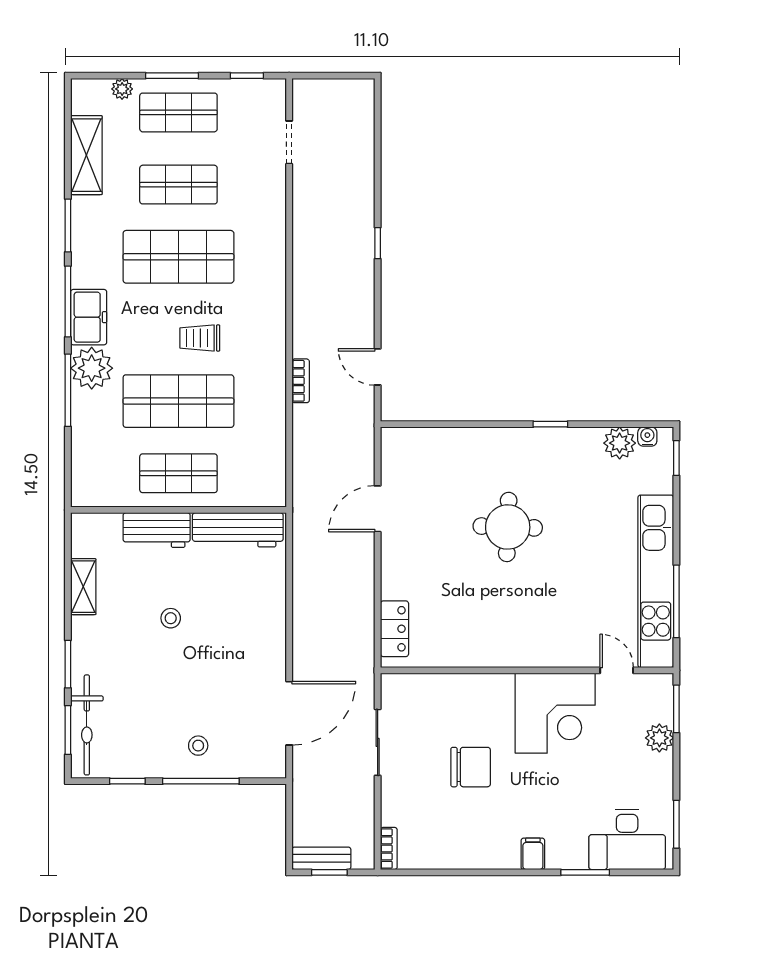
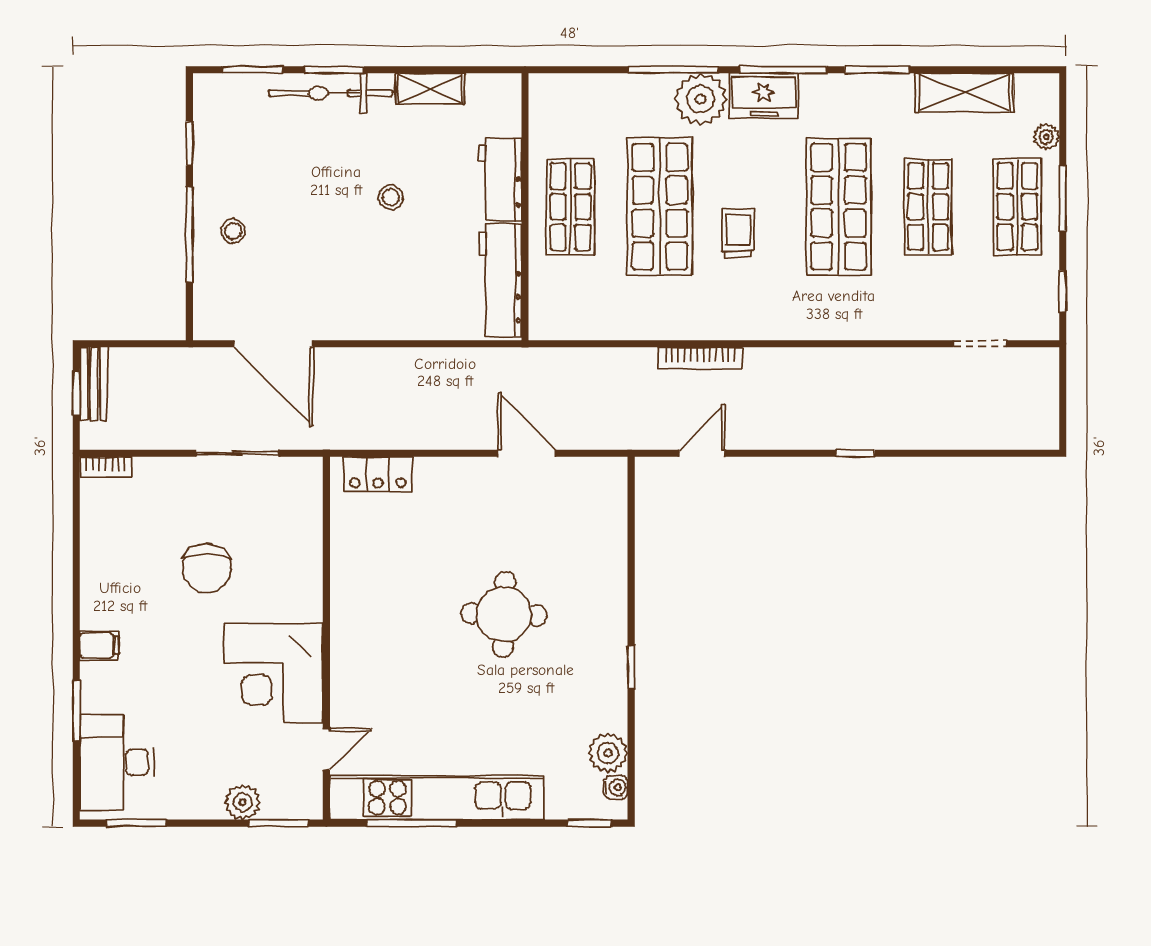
bookcase: (301, 381) -> (700, 358), width x1.56
bicycle: (87, 725) -> (331, 93), moved

